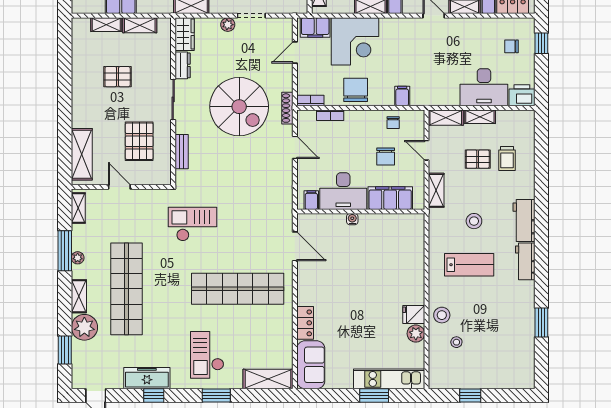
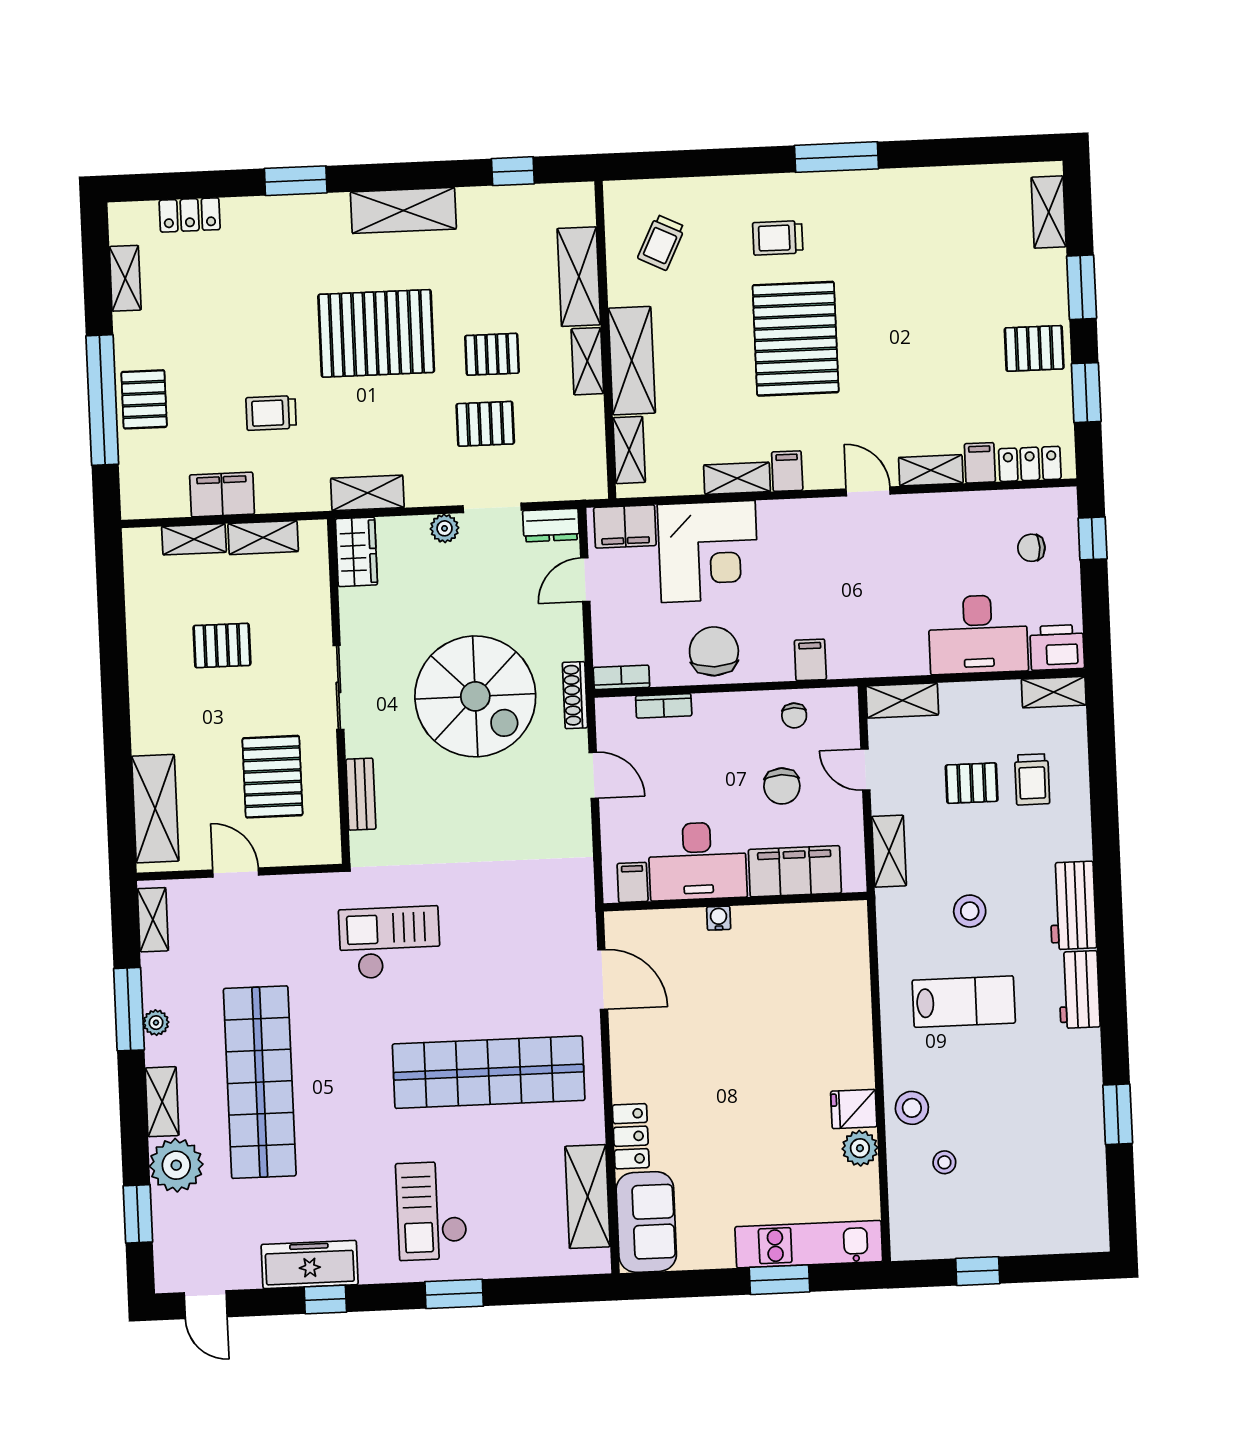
dresser: (183, 65) -> (551, 525), moved, turned 90
shelving: (480, 117) -> (1054, 692), moved
shelving: (268, 379) -> (588, 1197), moved, turned 90

